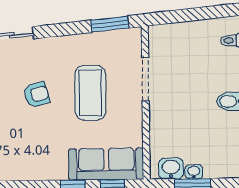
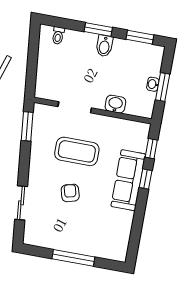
sofa: (106, 164) -> (128, 180), moved
washbasin: (171, 169) -> (115, 104), moved, turned 90

